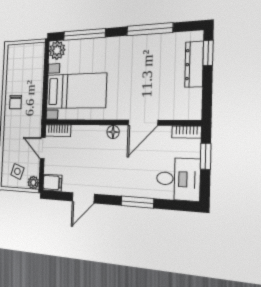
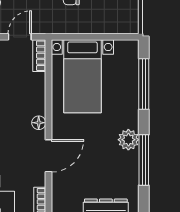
plant: (57, 50) -> (128, 140), moved
door: (143, 123) -> (49, 156), swing flipped

